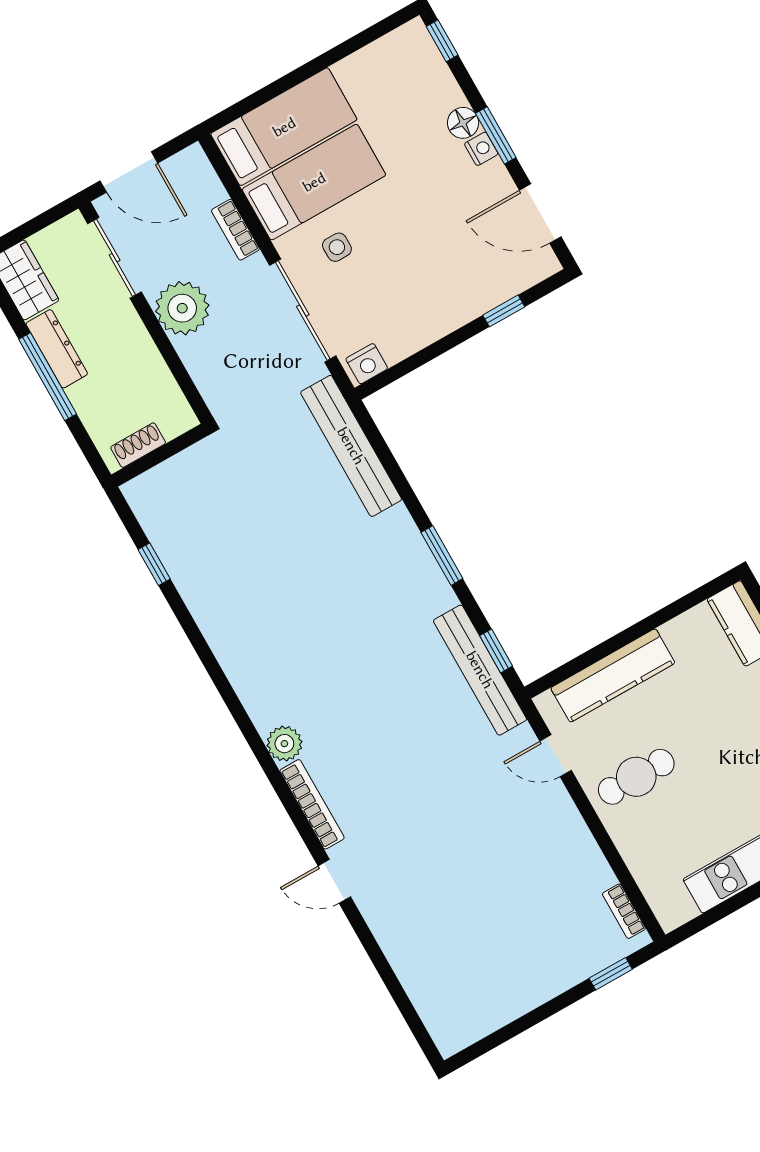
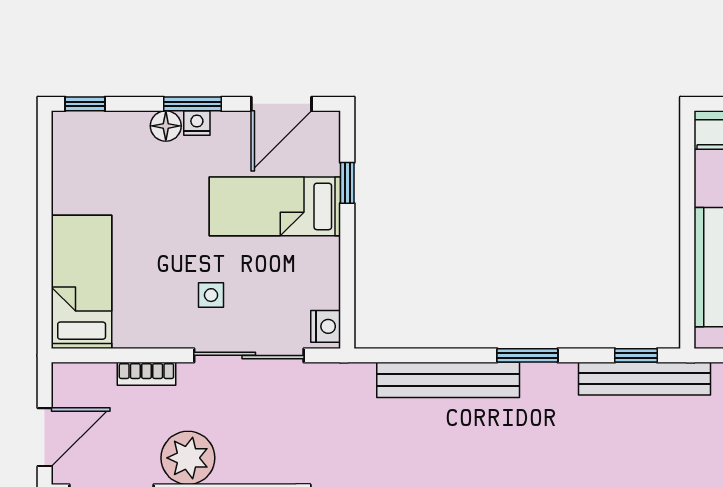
bed: (314, 182) -> (275, 206), moved, turned -90
bench: (351, 446) -> (448, 380), moved

